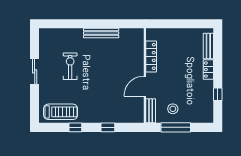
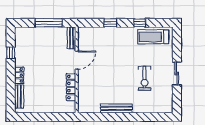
stool: (173, 109) -> (51, 40), removed

